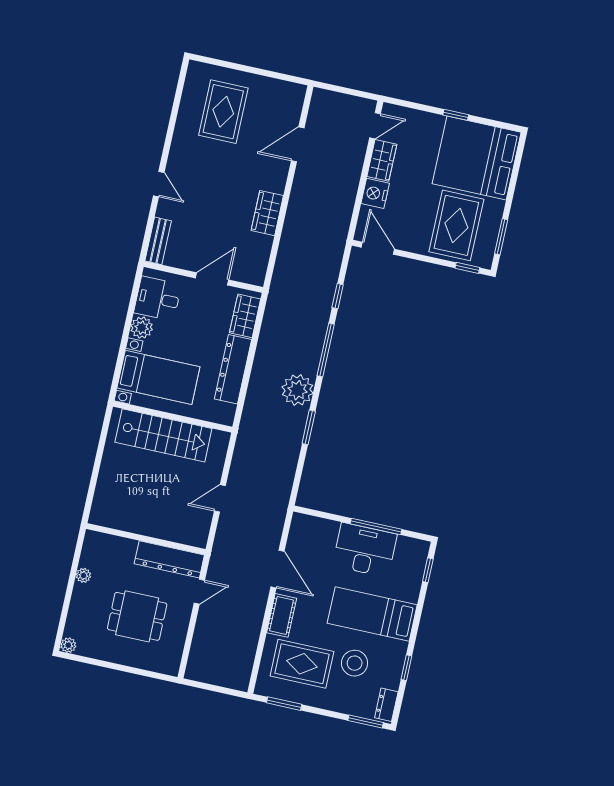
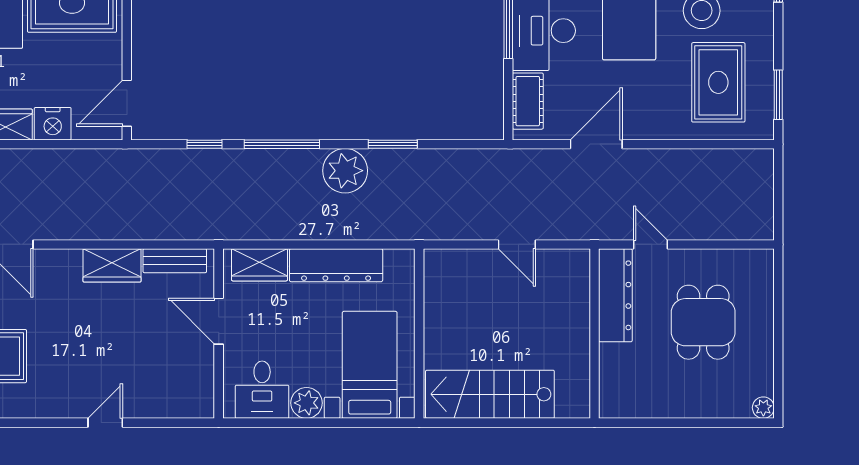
bench: (158, 241) -> (175, 261), moved
stairs: (163, 435) -> (490, 394), moved, turned -90
plant: (83, 575) -> (663, 408), removed
cot: (282, 615) -> (528, 101), moved, turned 90

